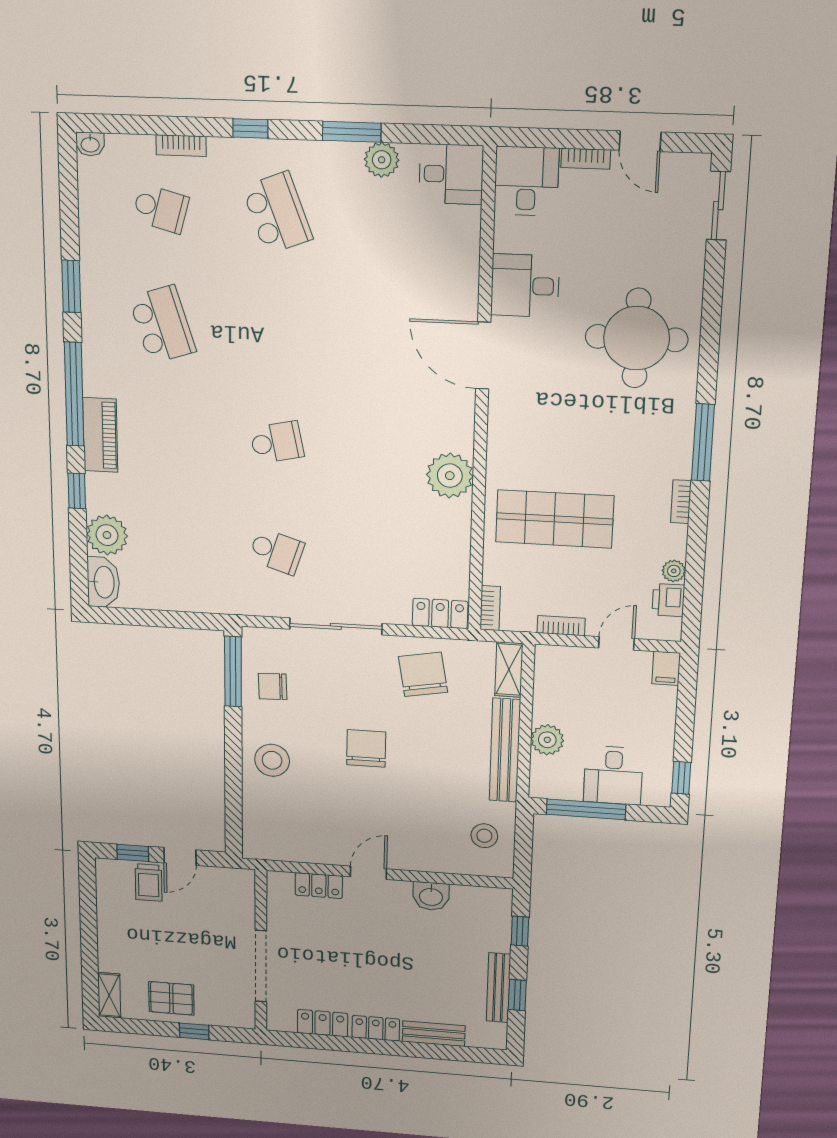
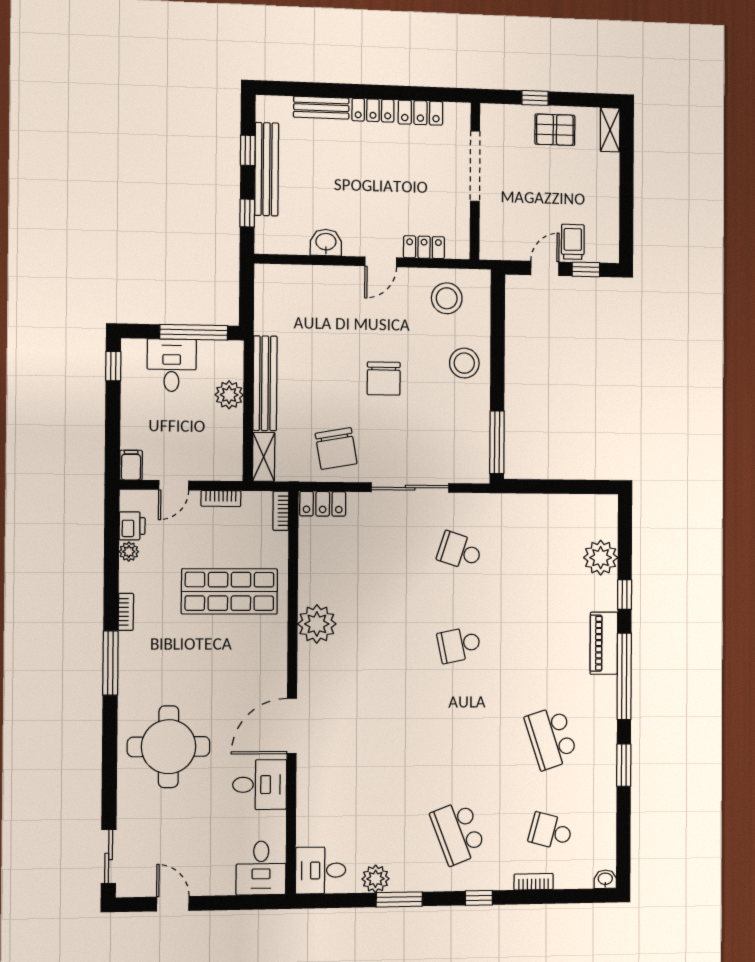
bookcase: (586, 159) -> (215, 888), removed
door: (483, 356) -> (292, 726), swing flipped
washbasin: (103, 582) -> (605, 516), removed
chair: (273, 686) -> (463, 431), removed
stool: (484, 836) -> (447, 298), moved, width x1.38, depth x1.38
bench: (498, 988) -> (267, 169), width x1.37, depth x1.21

